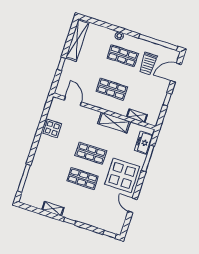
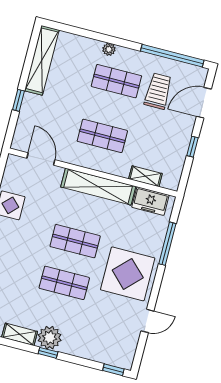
trolley: (148, 64) -> (158, 91), turned 180
shelving: (114, 123) -> (98, 187), width x1.47
freezer: (144, 143) -> (150, 201), moved, turned -90
door: (133, 205) -> (147, 321), swing flipped
plant: (71, 212) -> (50, 338), added

